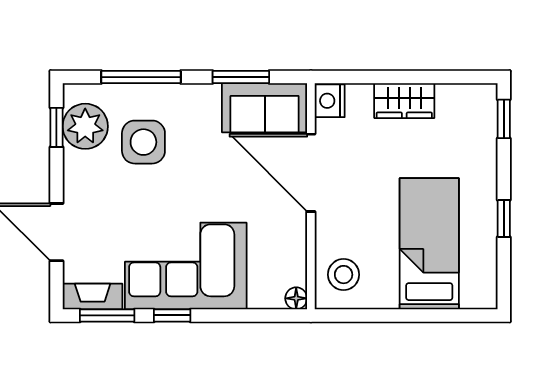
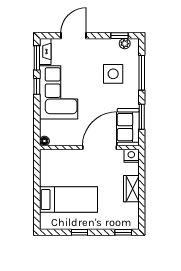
plant: (85, 126) -> (125, 44), width x0.53, depth x0.53
stool: (344, 275) -> (55, 162), removed

